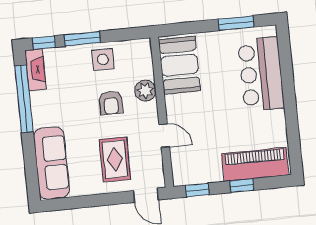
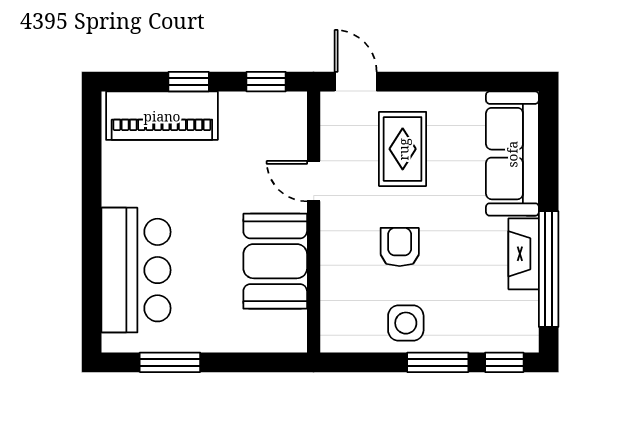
booth: (179, 65) -> (275, 261), moved
fireplace: (36, 70) -> (524, 254), moved
plant: (145, 91) -> (338, 262), removed

